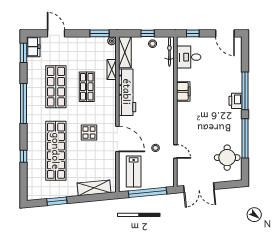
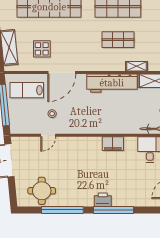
display table: (89, 133) -> (42, 49), moved

